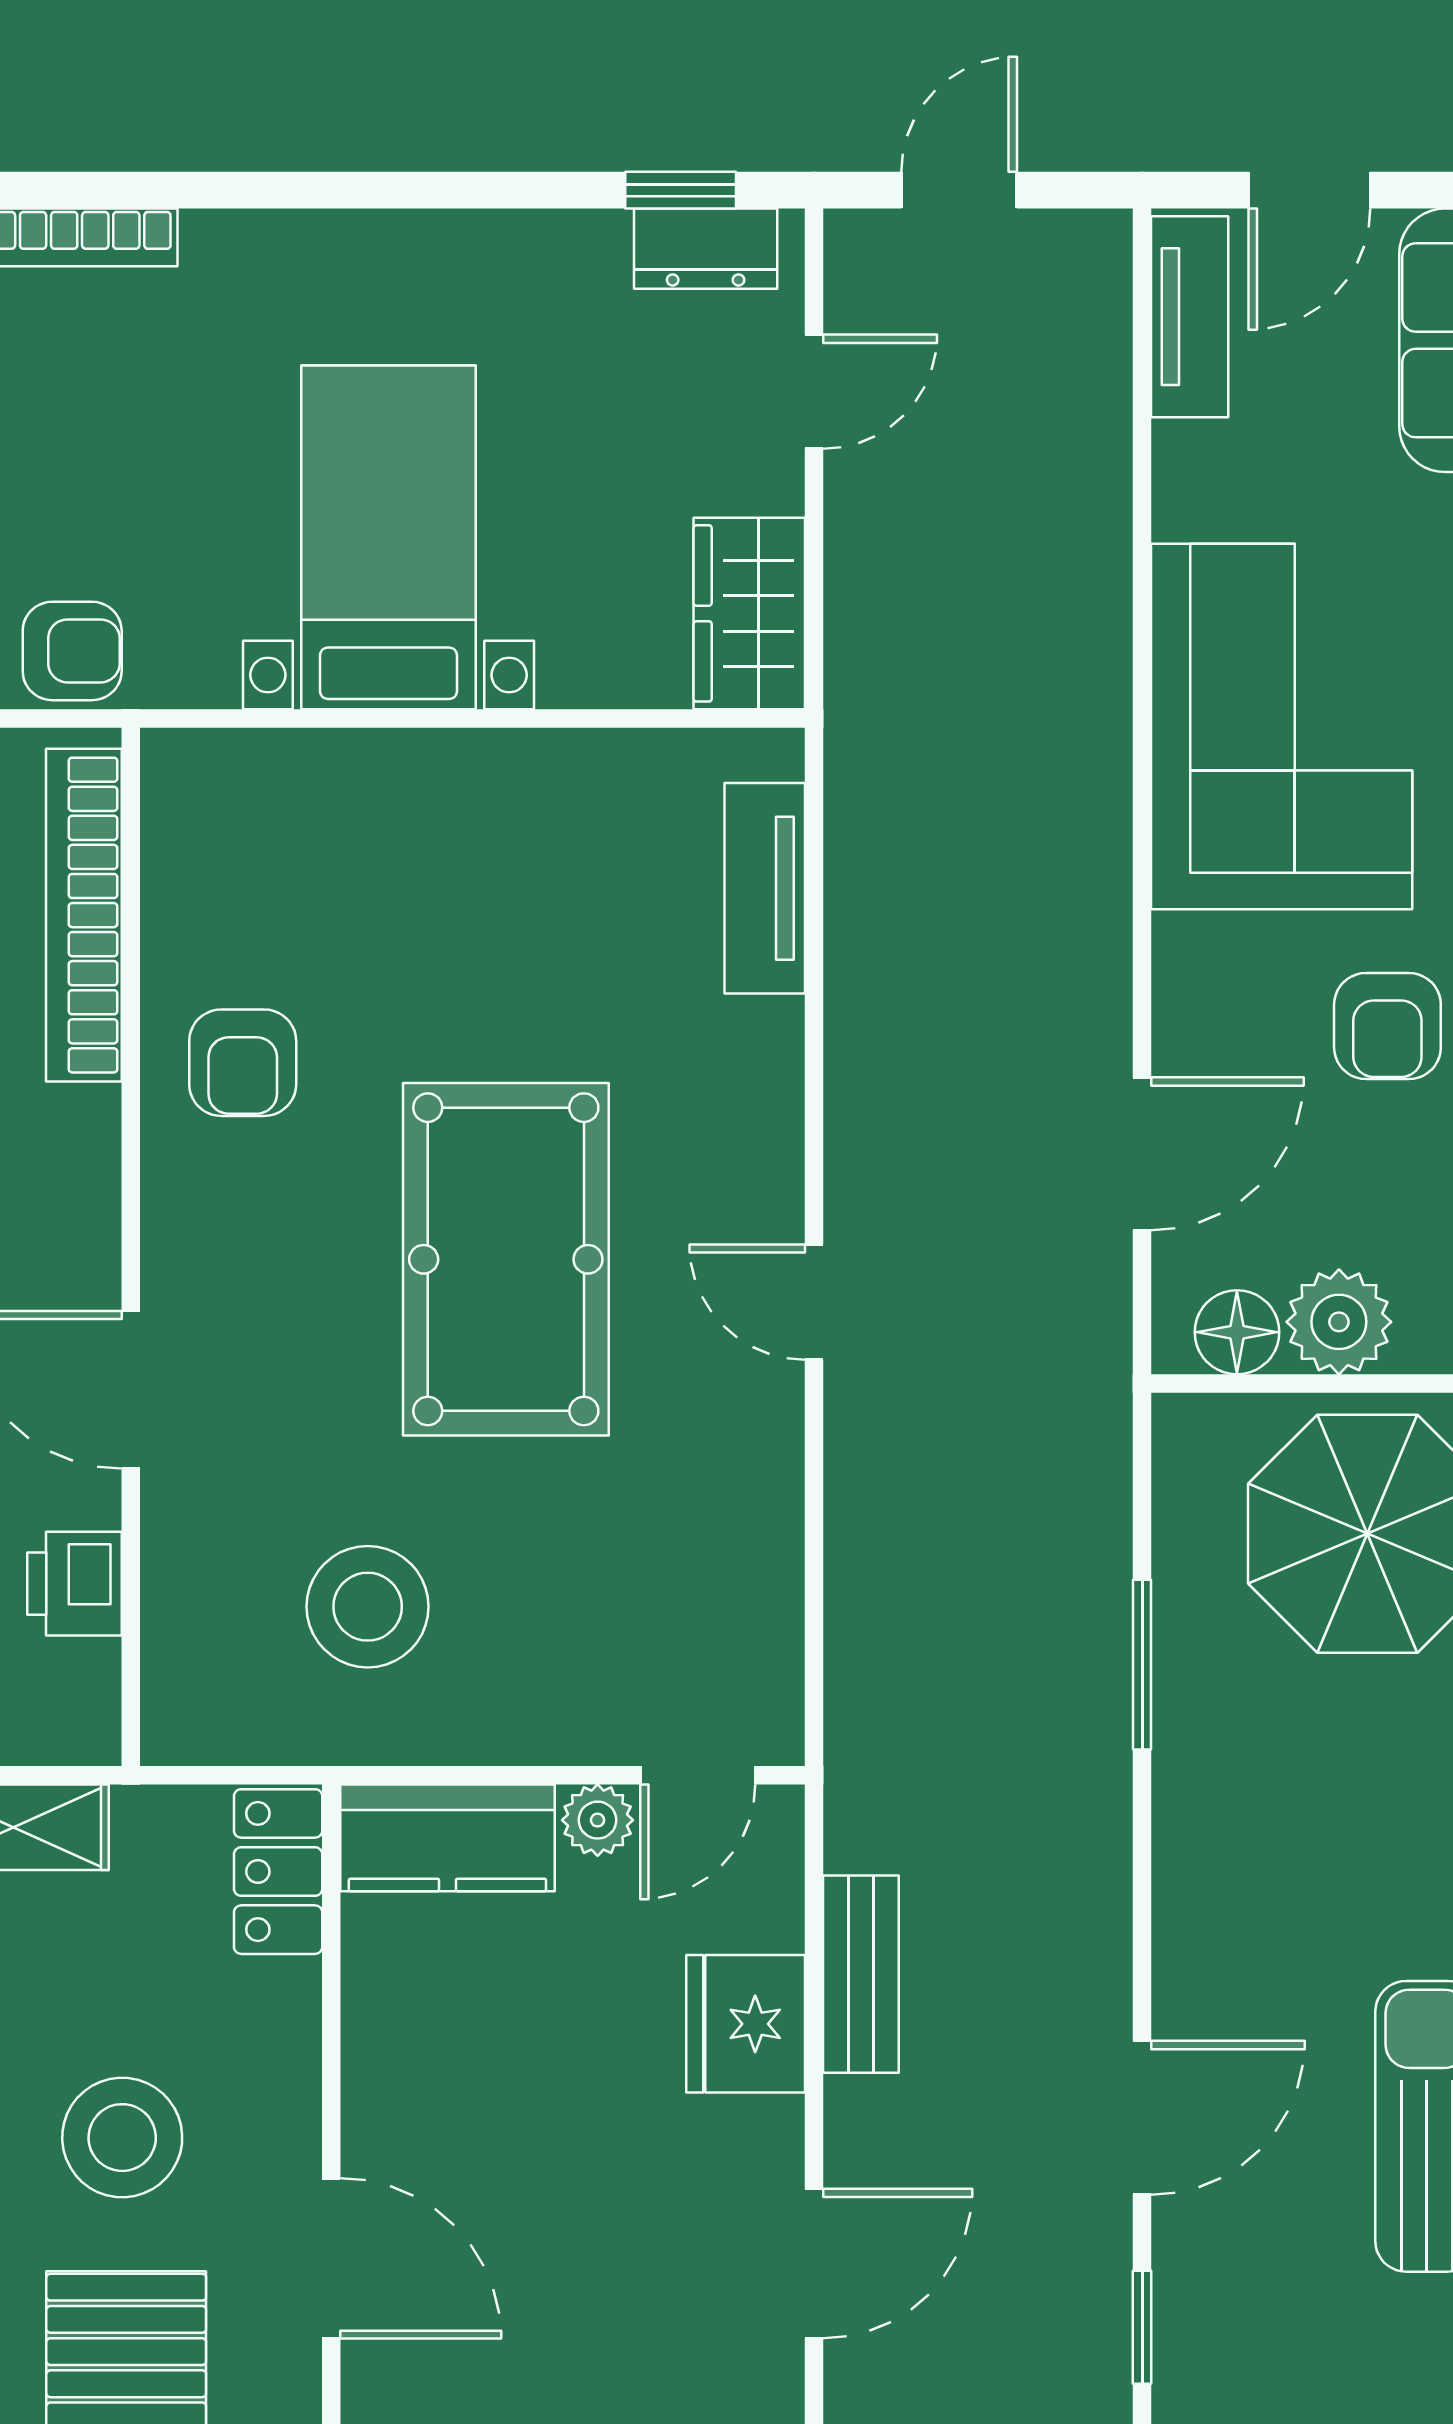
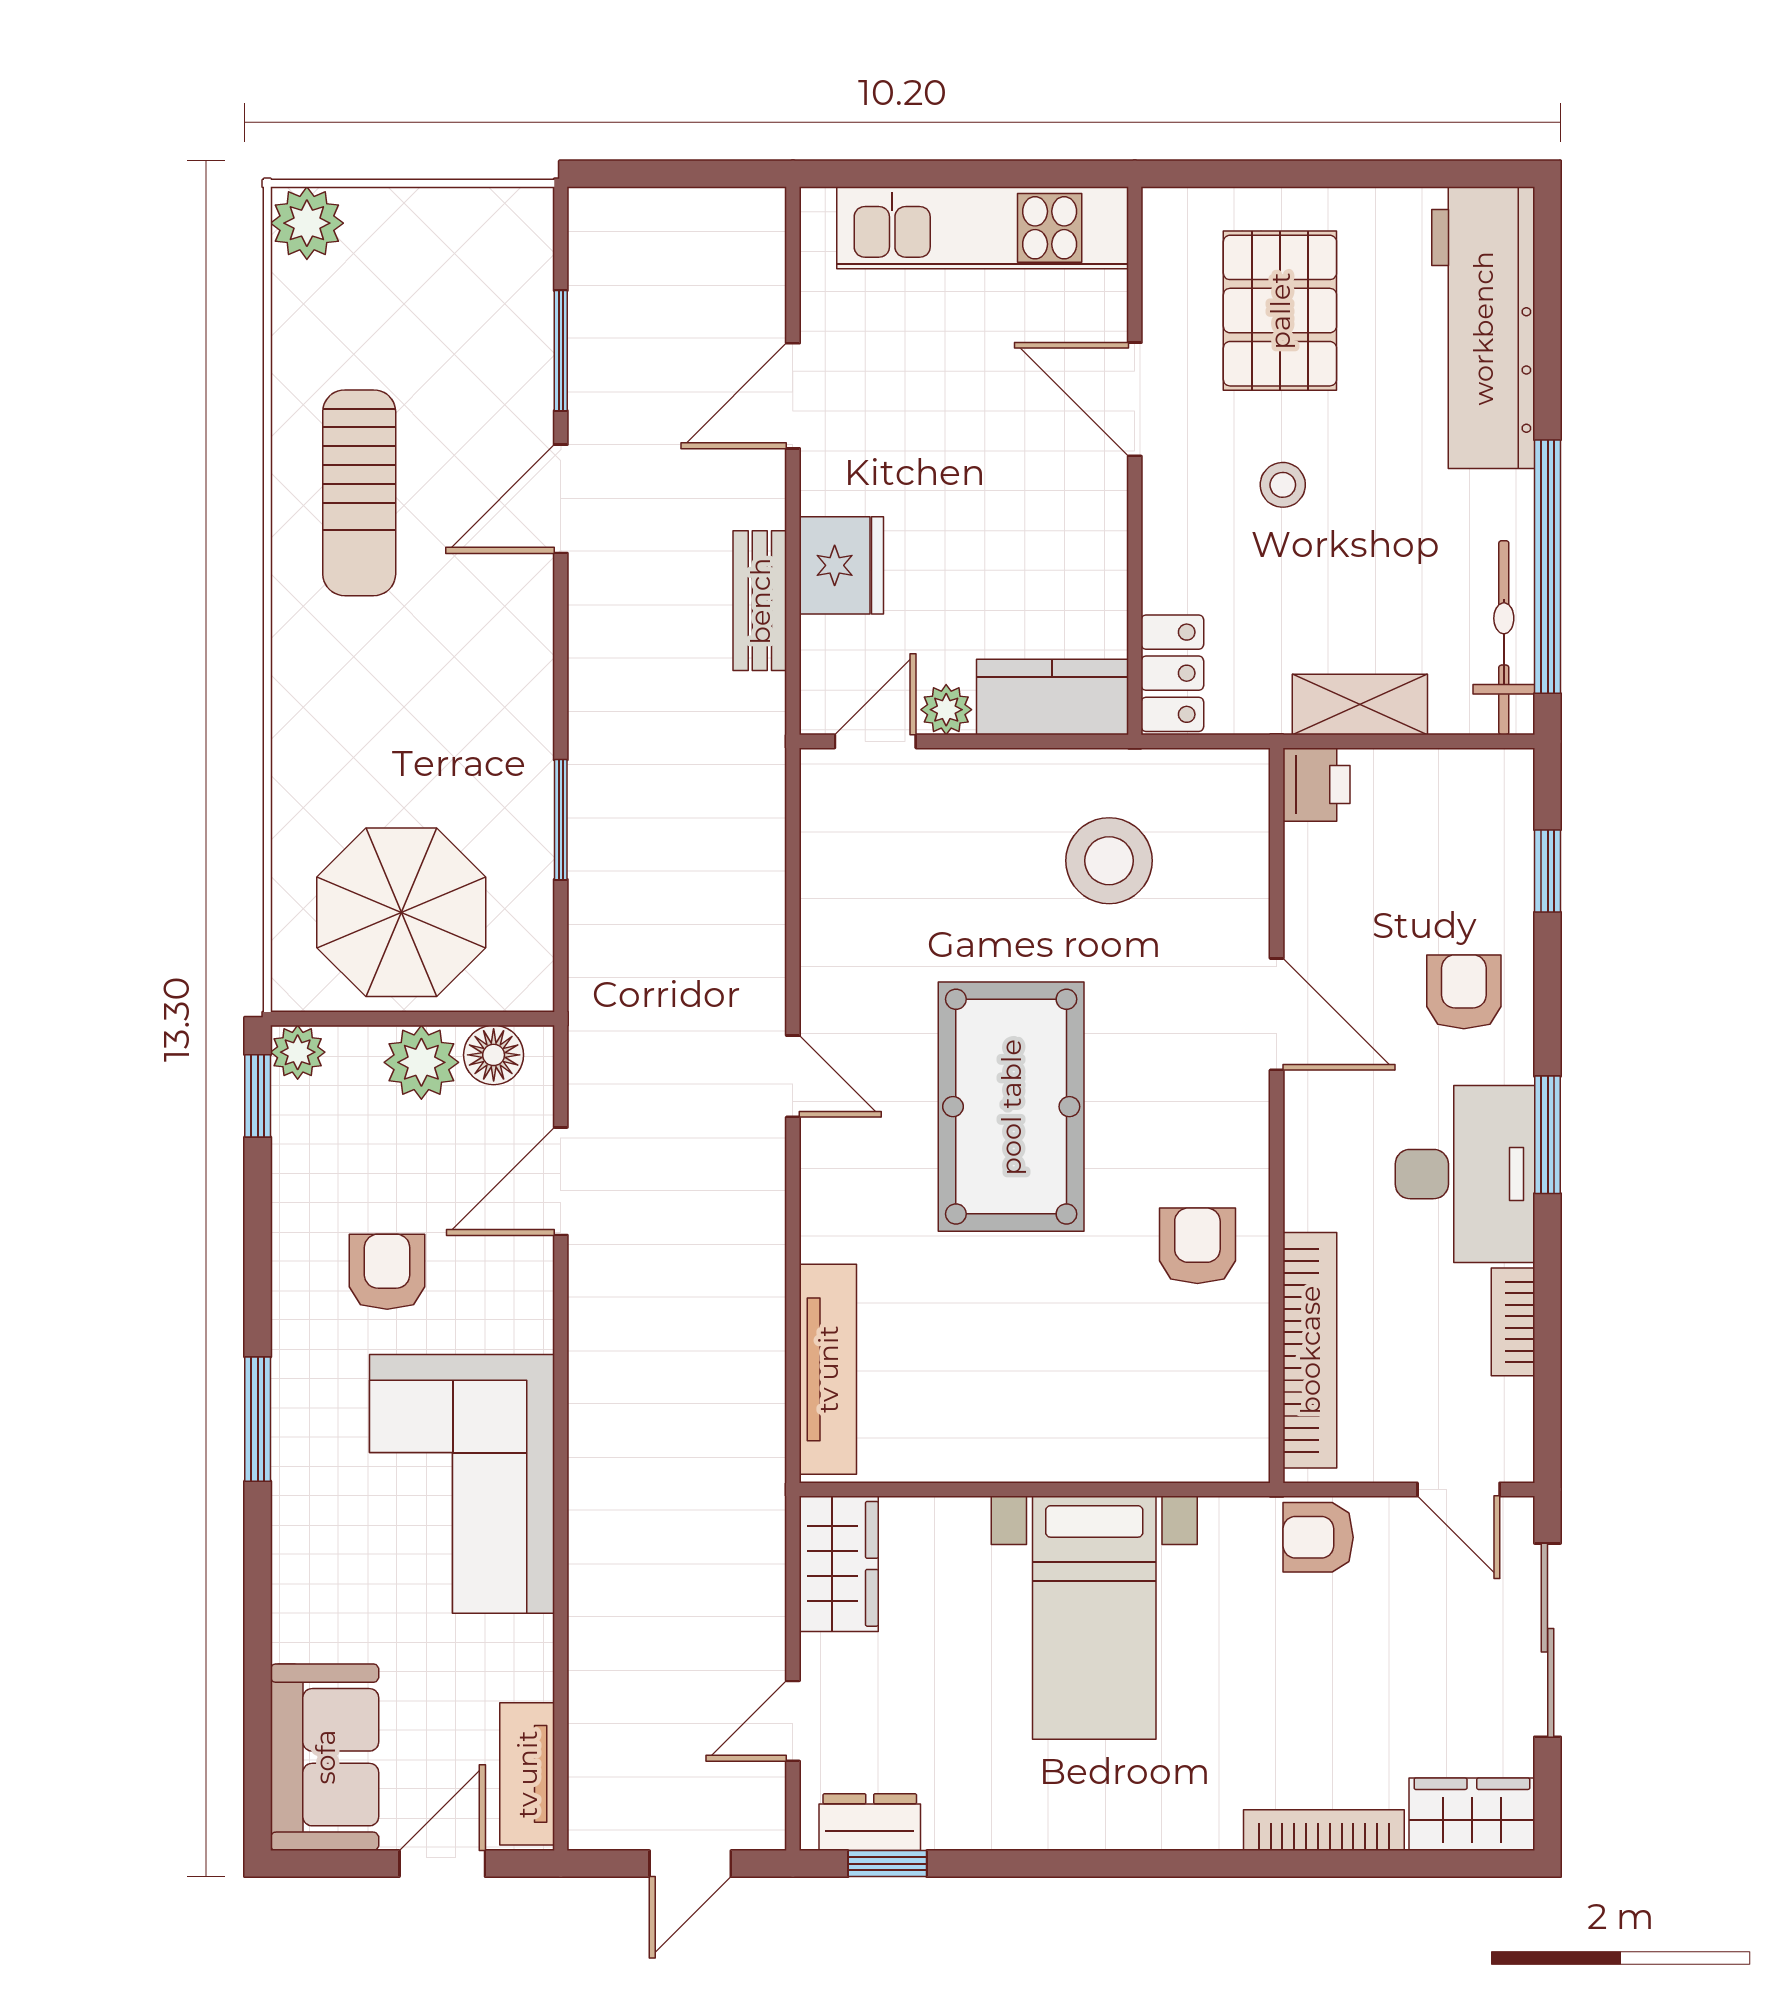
tv unit: (765, 888) -> (828, 1369), width x1.41
printer: (75, 1584) -> (1317, 785), moved
stool: (122, 2138) -> (1283, 485), width x0.53, depth x0.53
window: (1142, 2327) -> (561, 351), width x1.50

